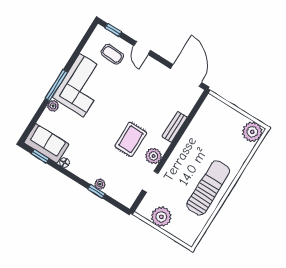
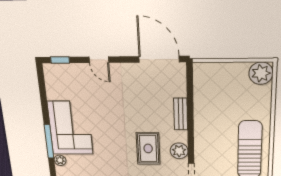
coffee table: (112, 54) -> (76, 83), removed

